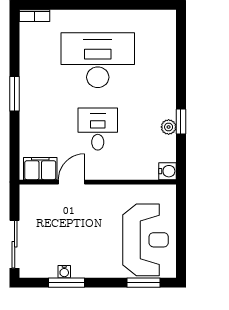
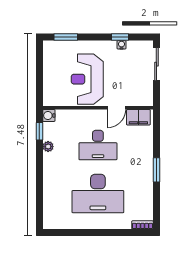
window: (181, 122) -> (39, 131), moved
desk: (98, 129) -> (98, 145), width x1.37
reception desk: (146, 240) -> (87, 79), moved
window: (66, 283) -> (120, 37), width x0.67

